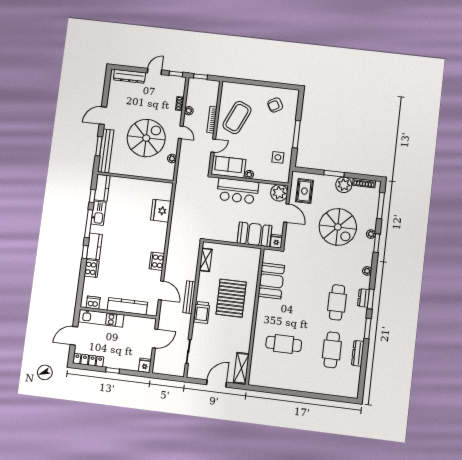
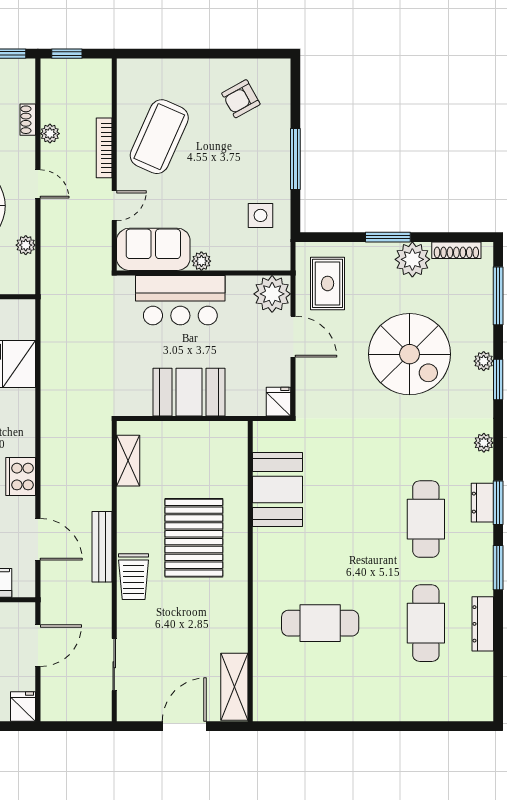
booth: (255, 234) -> (189, 392), moved

